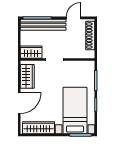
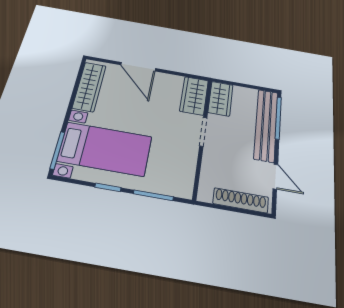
wardrobe: (27, 76) -> (194, 96), moved, turned 90

